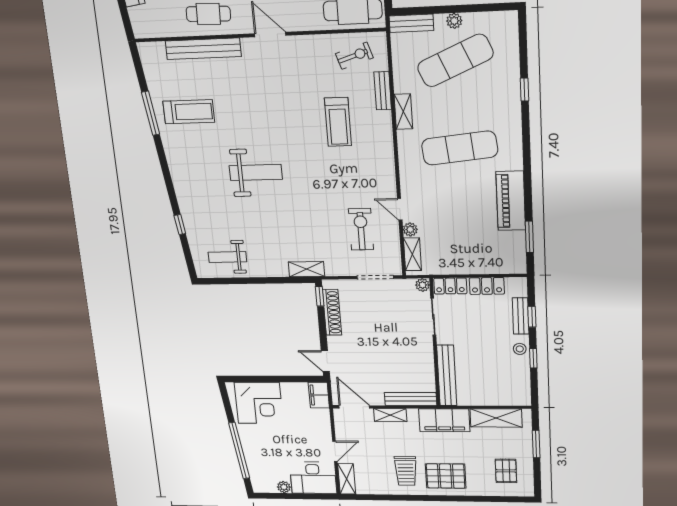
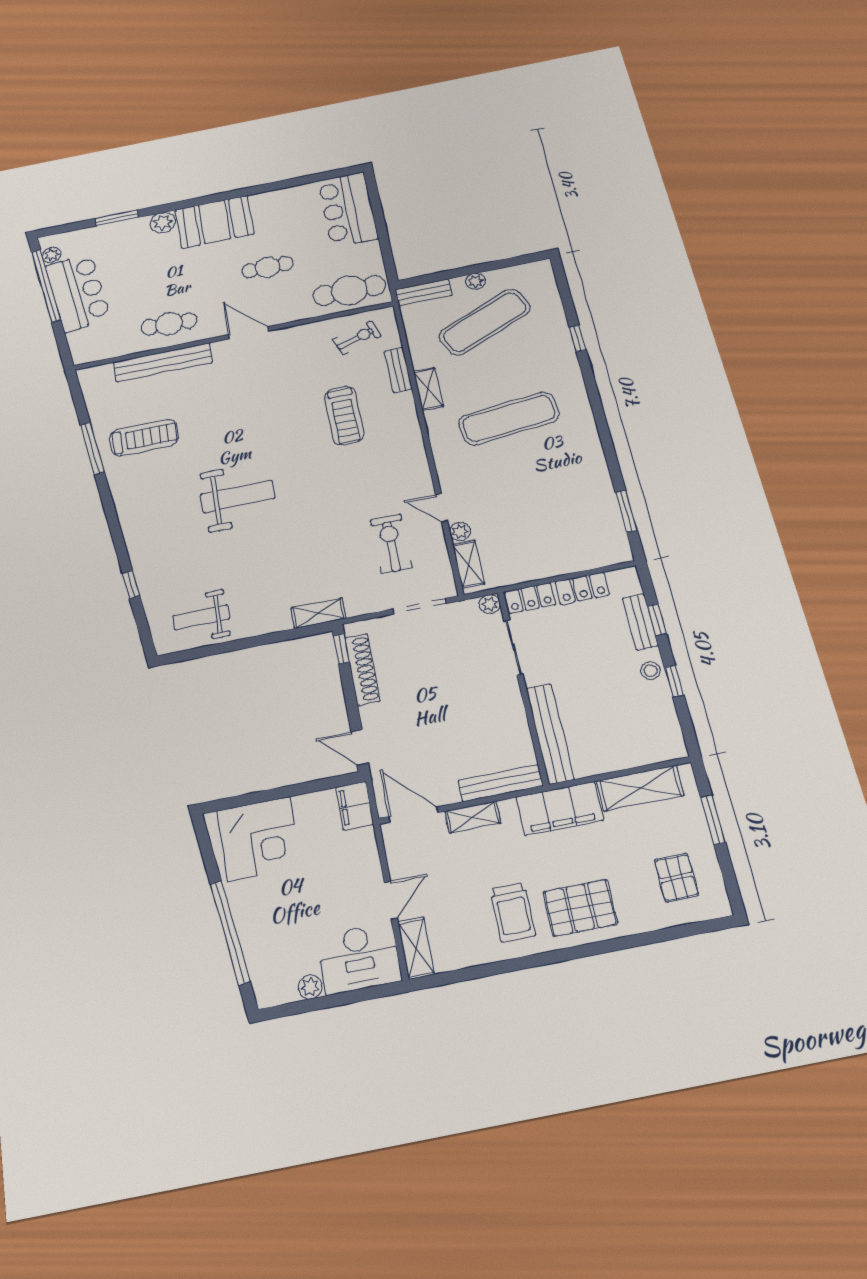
piano: (511, 201) -> (590, 470), removed

